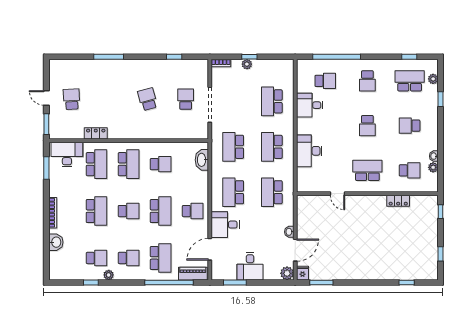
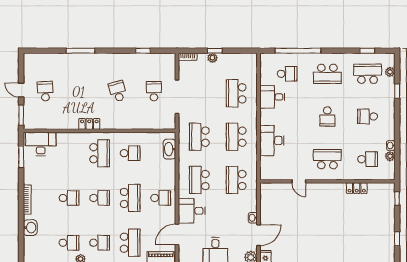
school desk: (367, 81) -> (327, 74), width x1.85
locker: (96, 133) -> (89, 124), moved
school desk: (97, 164) -> (69, 153), removed
school desk: (97, 211) -> (69, 198), width x0.54

